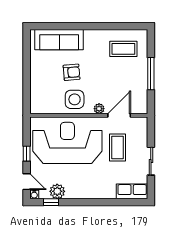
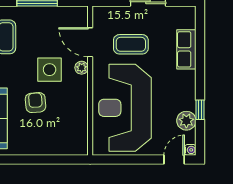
side table: (75, 99) -> (50, 70), moved
window: (27, 154) -> (138, 160), removed
row of seats: (132, 191) -> (186, 49), moved
window: (51, 202) -> (200, 110), moved

